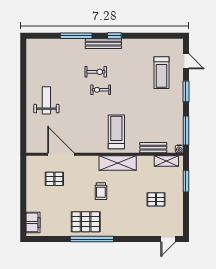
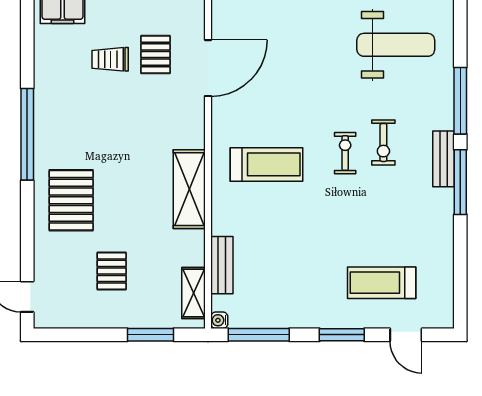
window: (114, 36) -> (460, 182), width x2.17
bench: (103, 44) -> (443, 159), width x0.73
door: (186, 61) -> (406, 335), hinge flipped
weight bench: (46, 100) -> (396, 45), moved, width x1.36, depth x1.33
treadmill: (116, 132) -> (267, 164), moved
trolley: (101, 191) -> (110, 59), moved
pallet: (86, 222) -> (71, 200), moved

